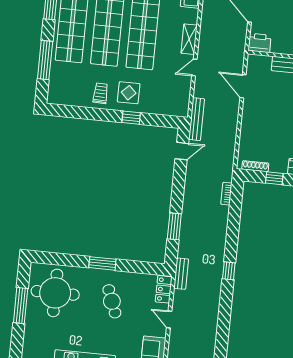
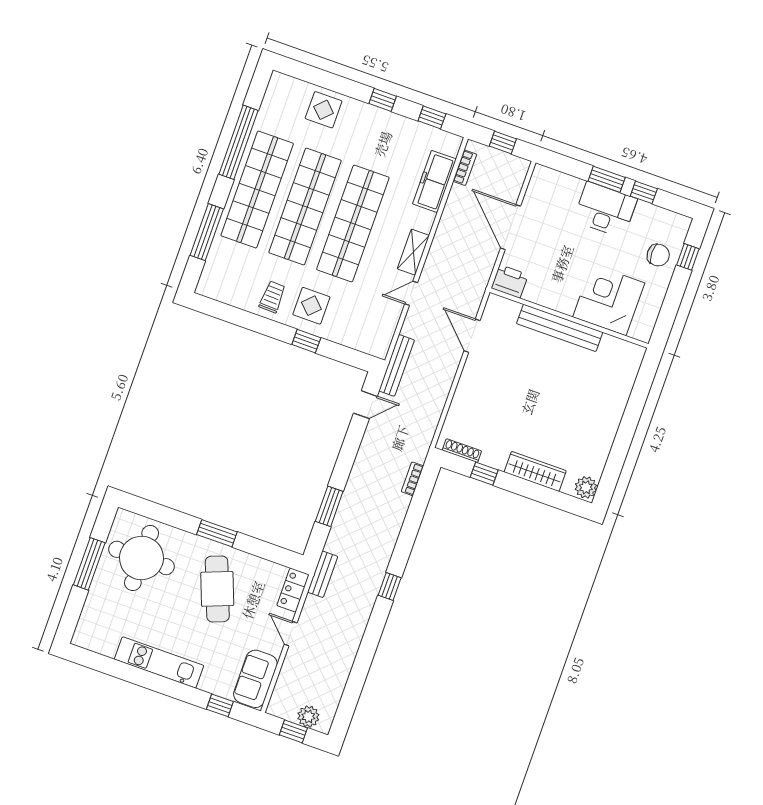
cafe table: (112, 301) -> (217, 589), width x1.37, depth x1.35

